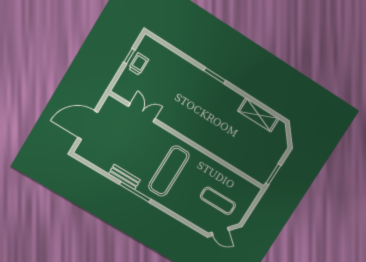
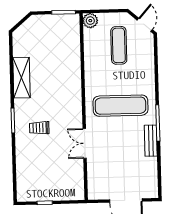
trolley: (139, 64) -> (39, 128), moved
double door: (142, 112) -> (85, 143), moved
shelving: (258, 115) -> (22, 78), moved
plant: (253, 191) -> (90, 21), added

